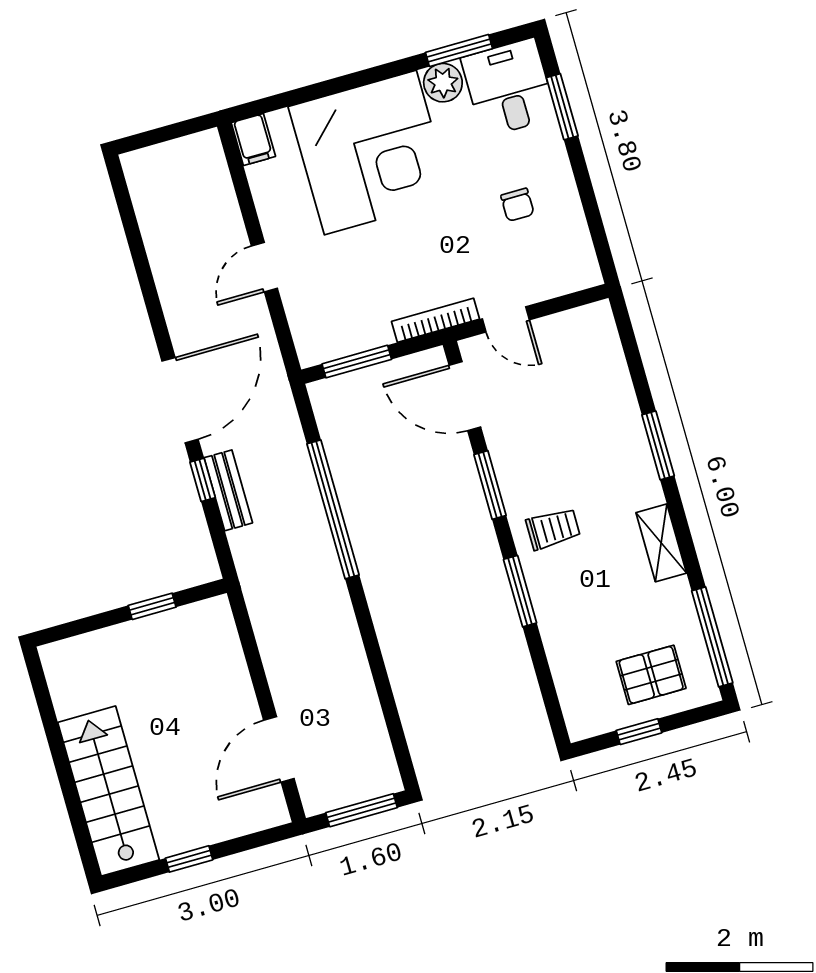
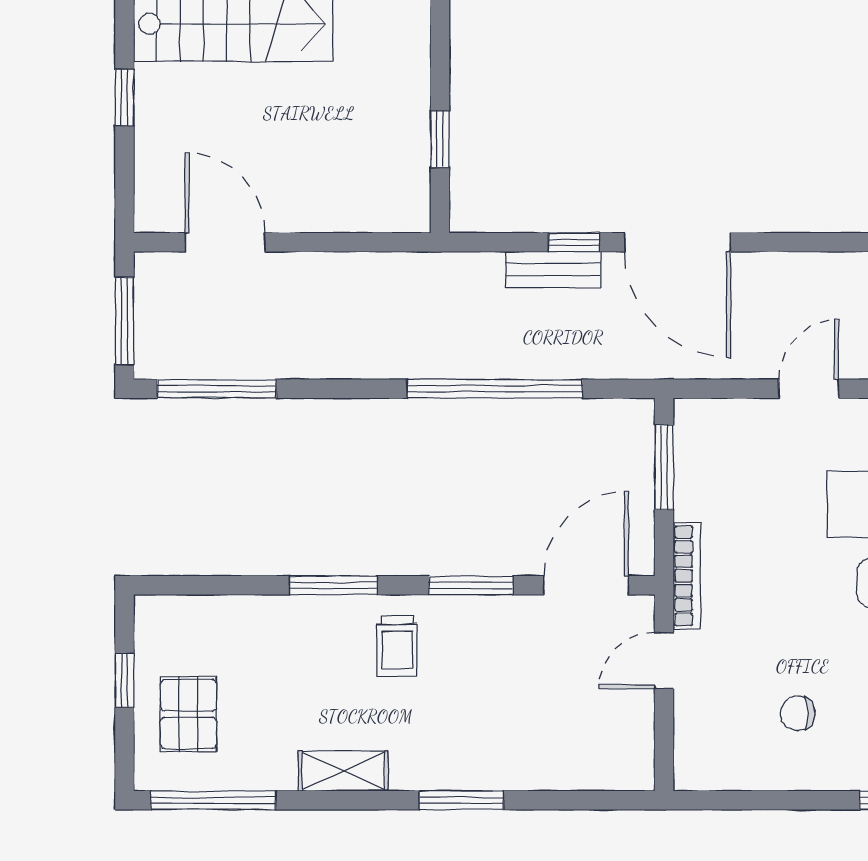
door: (264, 267) -> (809, 389), hinge flipped
window: (394, 724) -> (217, 389), added

